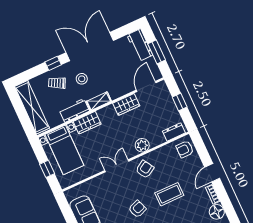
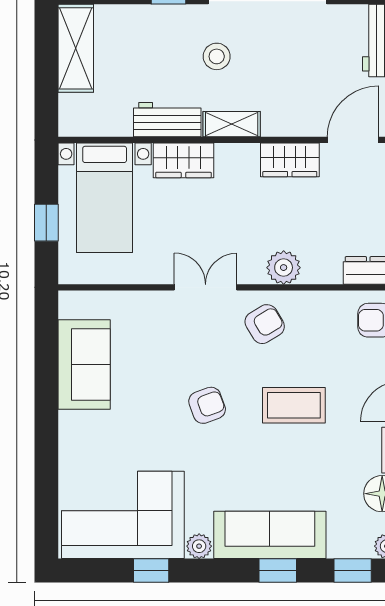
trolley: (57, 83) -> (157, 40), removed
shelving: (32, 107) -> (76, 48), width x0.68

